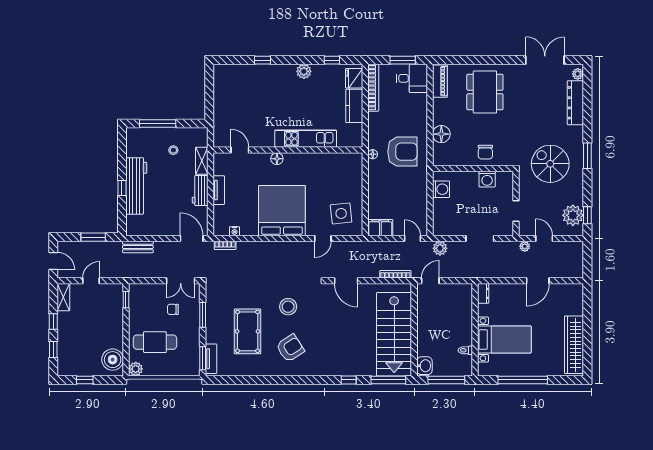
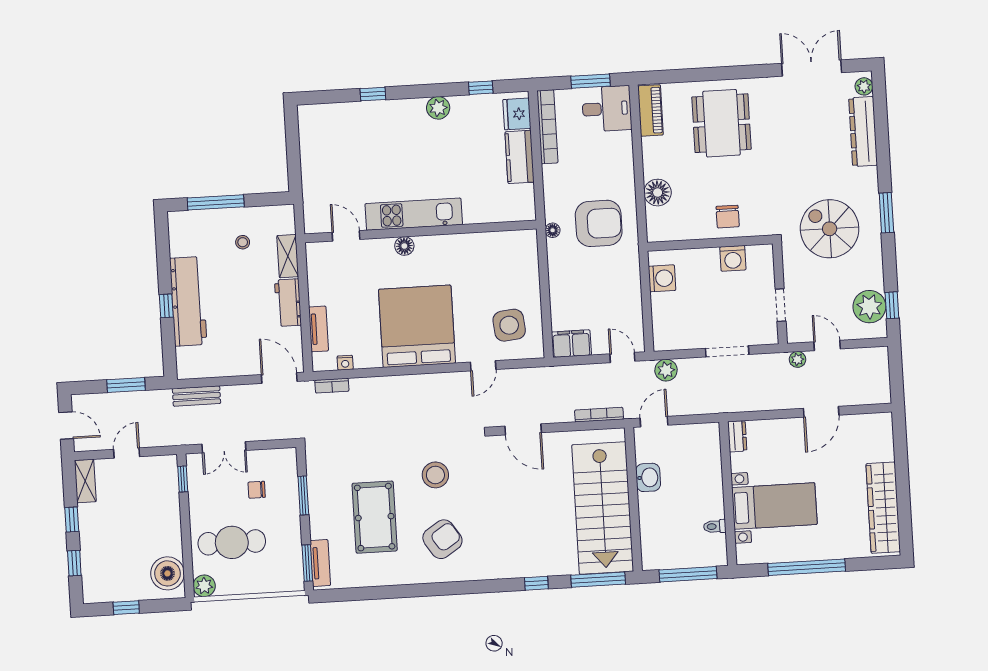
kitchen unit: (306, 139) -> (414, 214), moved
tv unit: (219, 190) -> (319, 329), moved
double door: (181, 281) -> (224, 447), moved
washbasin: (424, 366) -> (648, 477), moved

